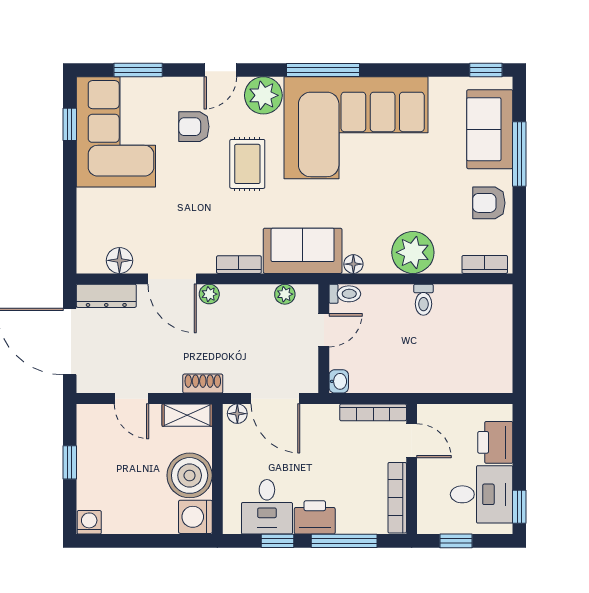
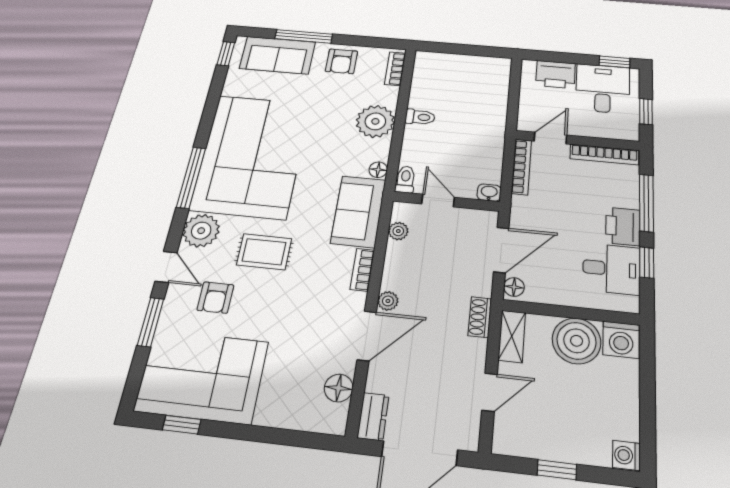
window: (138, 70) -> (151, 322), moved
dresser: (106, 296) -> (373, 417), width x0.70

